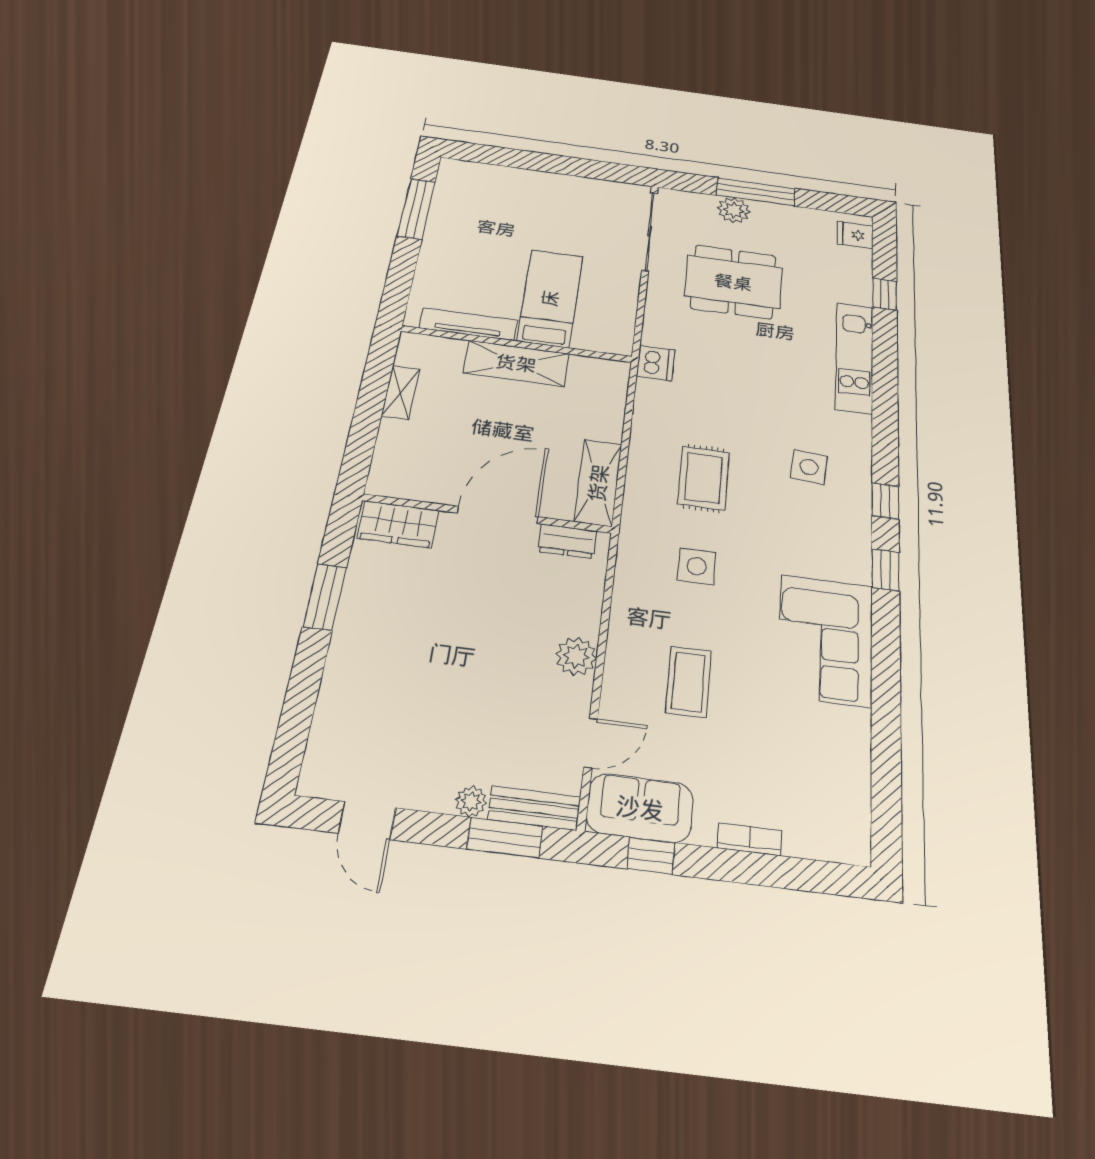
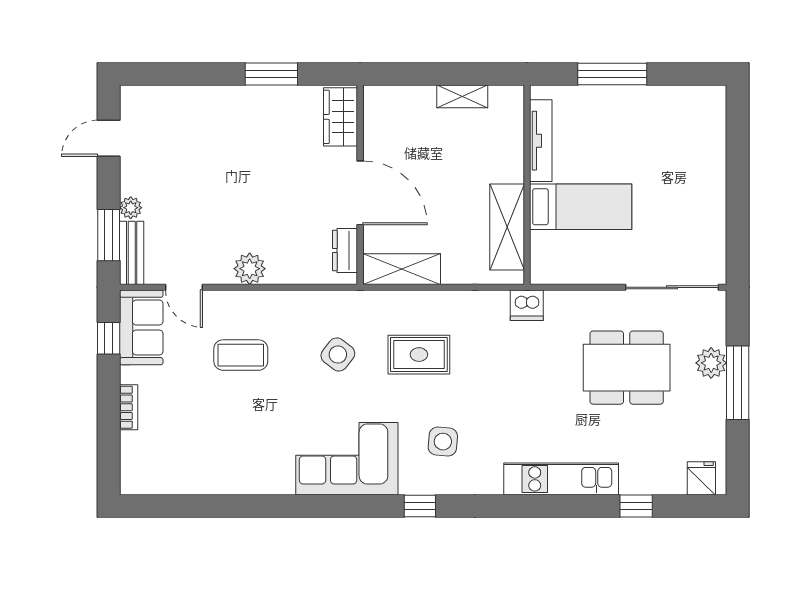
window: (416, 209) -> (612, 74), moved
dining table: (733, 282) -> (627, 368), turned 90
shelving: (516, 363) -> (507, 227), moved
side table: (697, 566) -> (338, 354), turned 38
window: (886, 570) -> (356, 506), removed
corner sofa: (826, 640) -> (347, 459), moved

